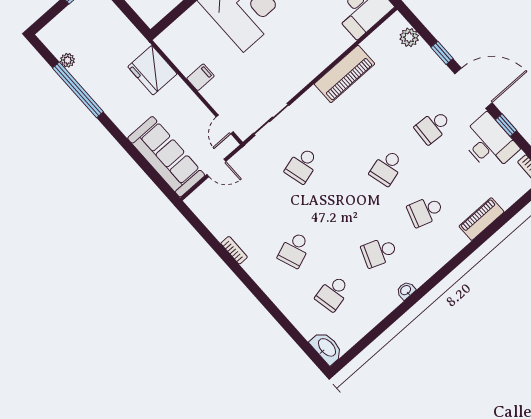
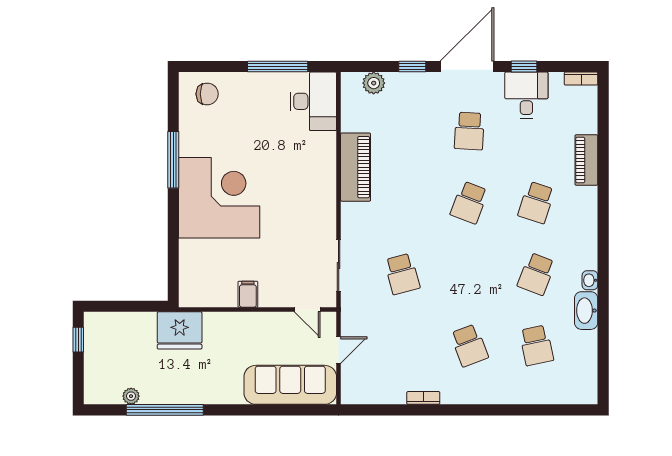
fridge: (152, 70) -> (180, 330), moved
desk: (489, 143) -> (526, 95), width x0.73
school desk: (387, 168) -> (469, 202), turned 36
washbasin: (327, 348) -> (586, 311), moved, turned -90

